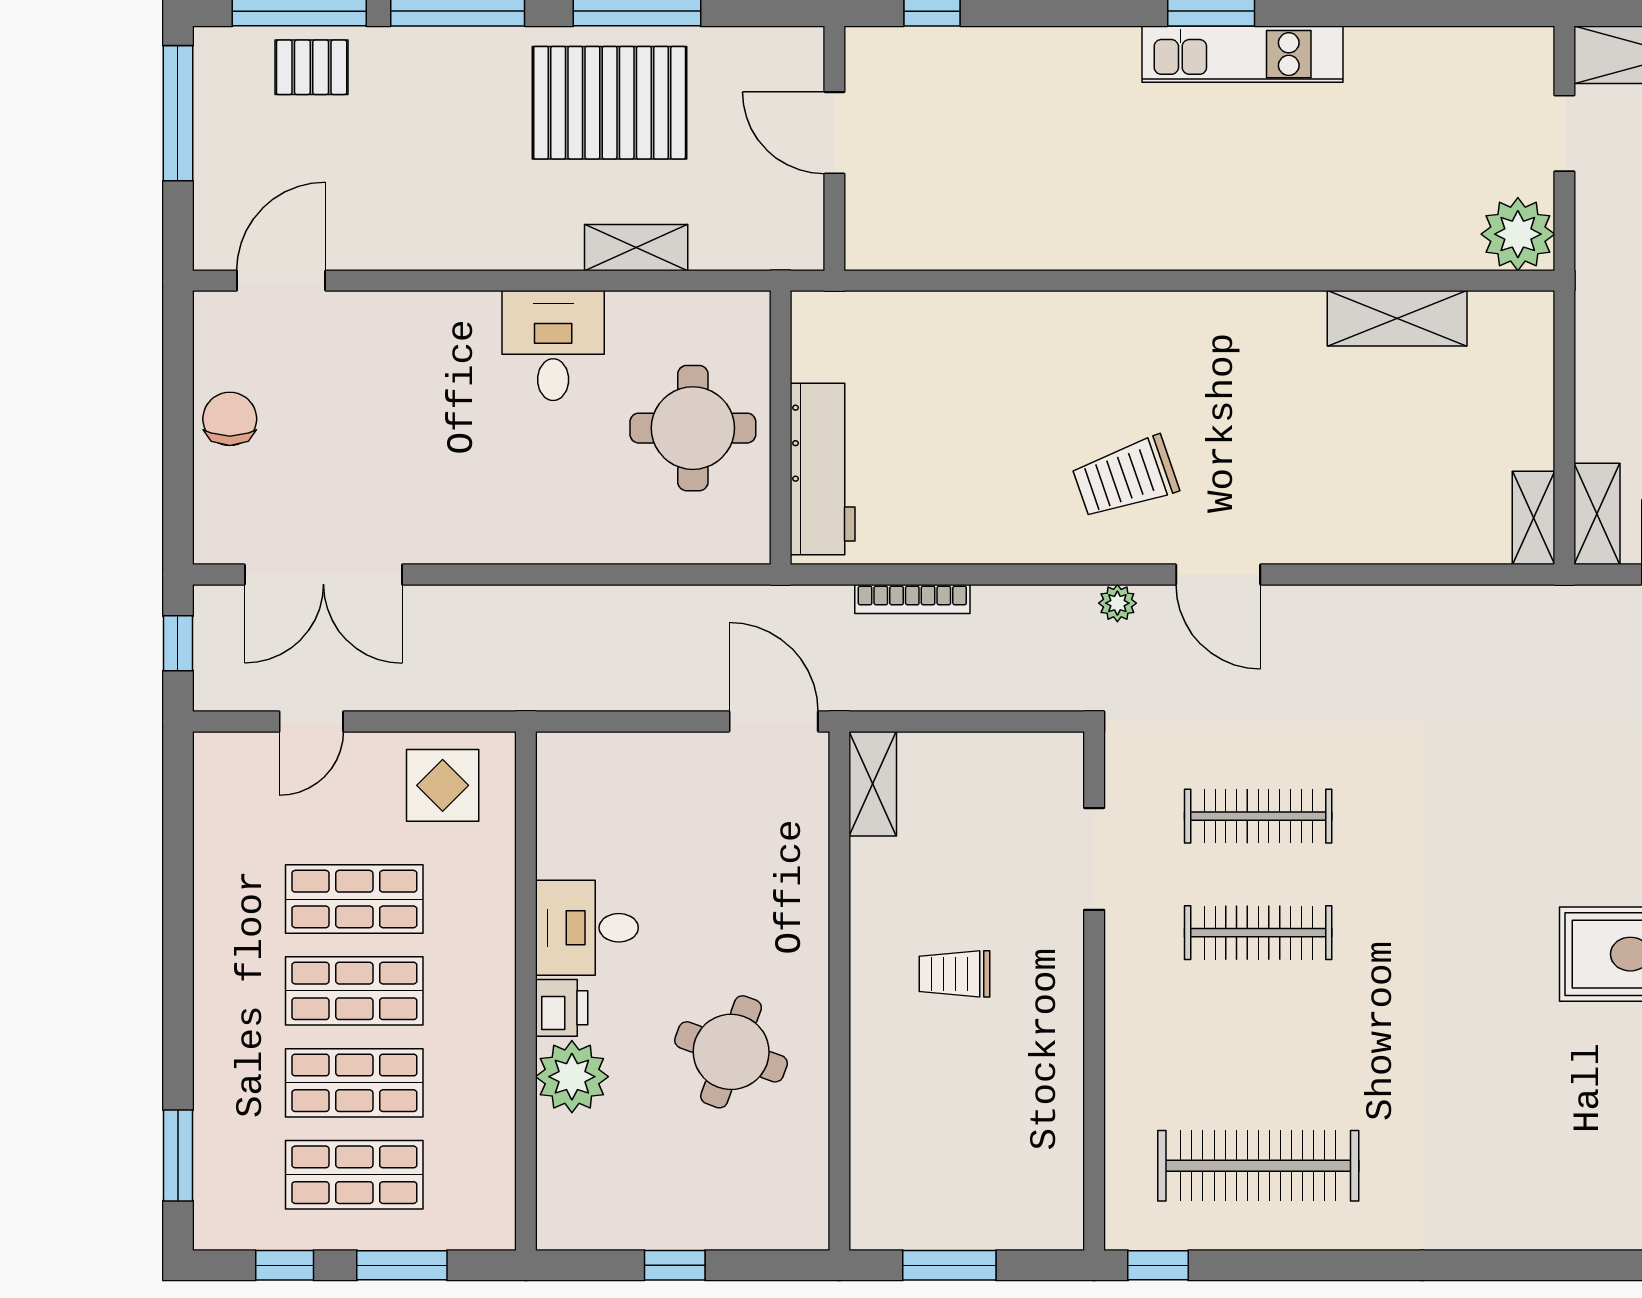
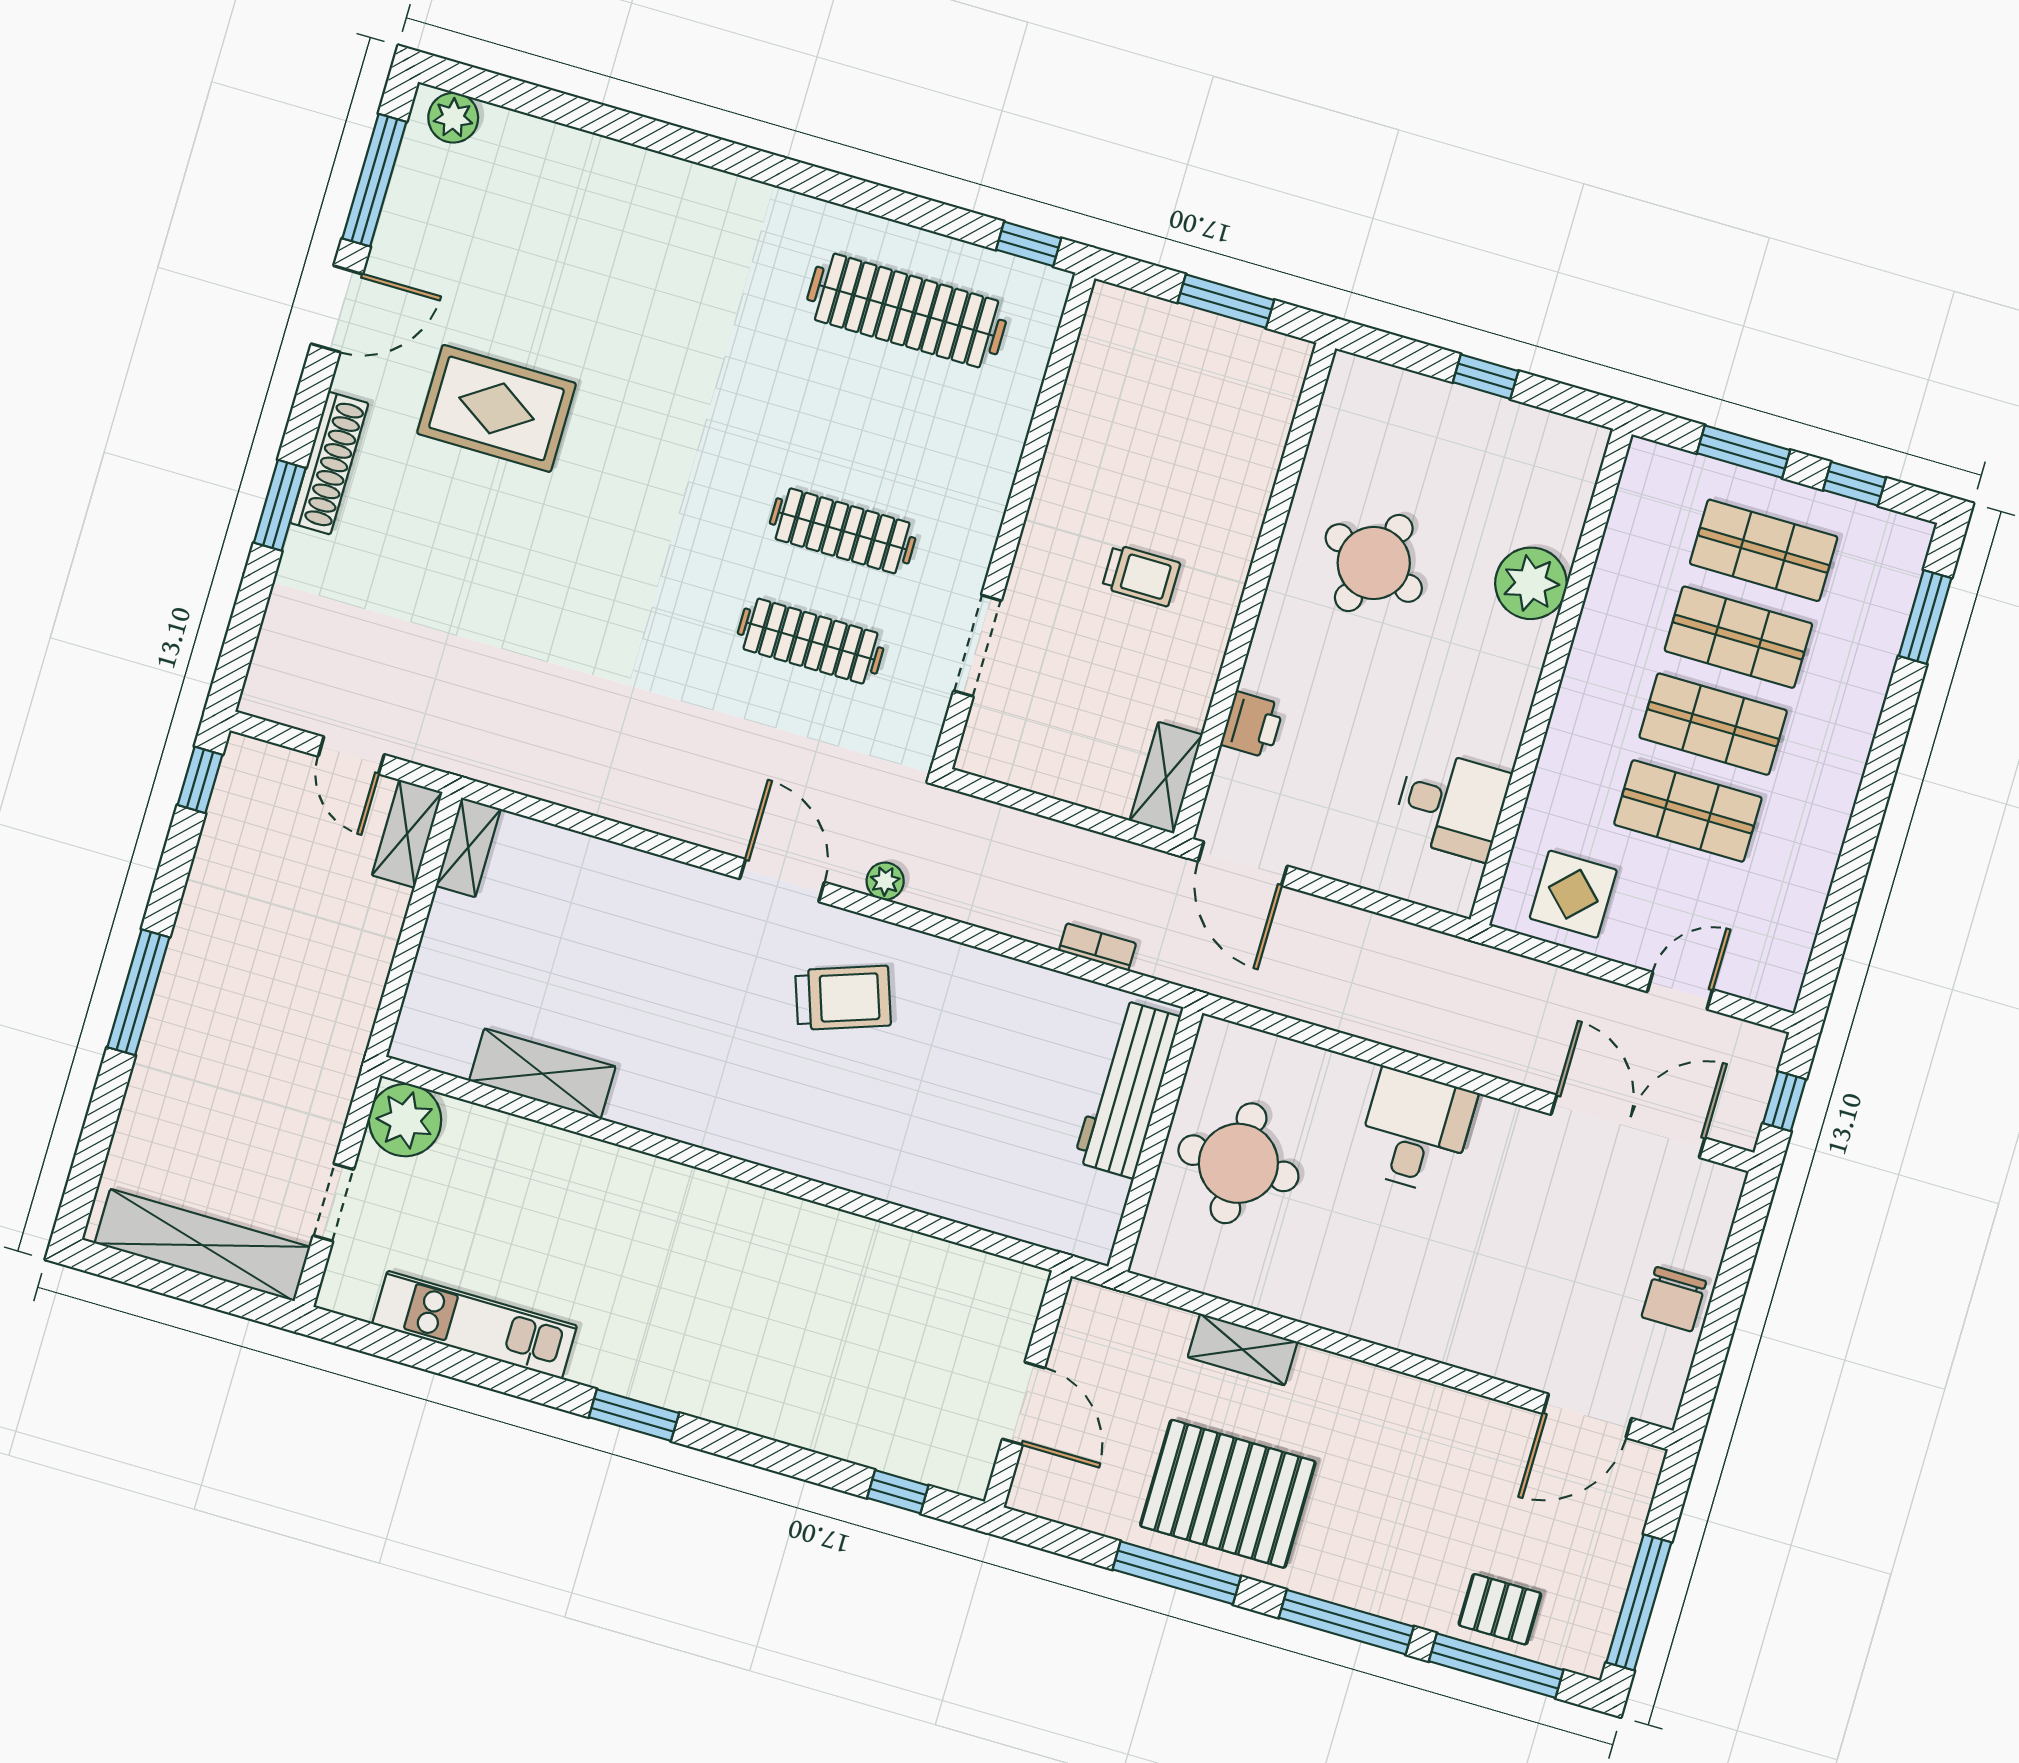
kitchen unit: (1243, 54) -> (475, 1325), moved
desk: (553, 345) -> (1416, 1131), moved, turned 180
bookcase: (912, 599) -> (1097, 947), width x0.64
desk: (587, 928) -> (1451, 805), moved
printer: (562, 1008) -> (1252, 725), moved, turned 180

